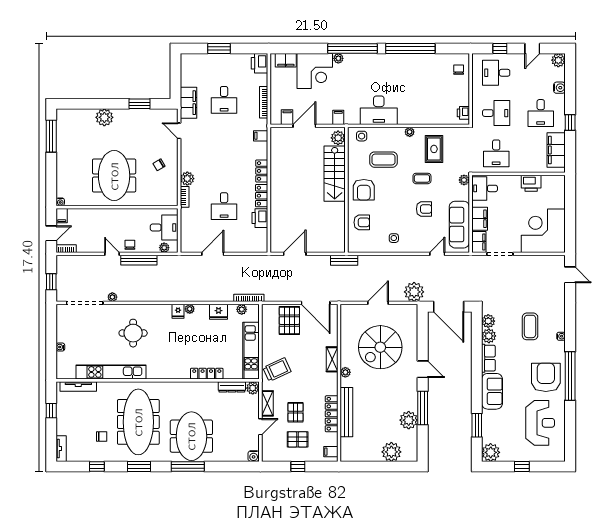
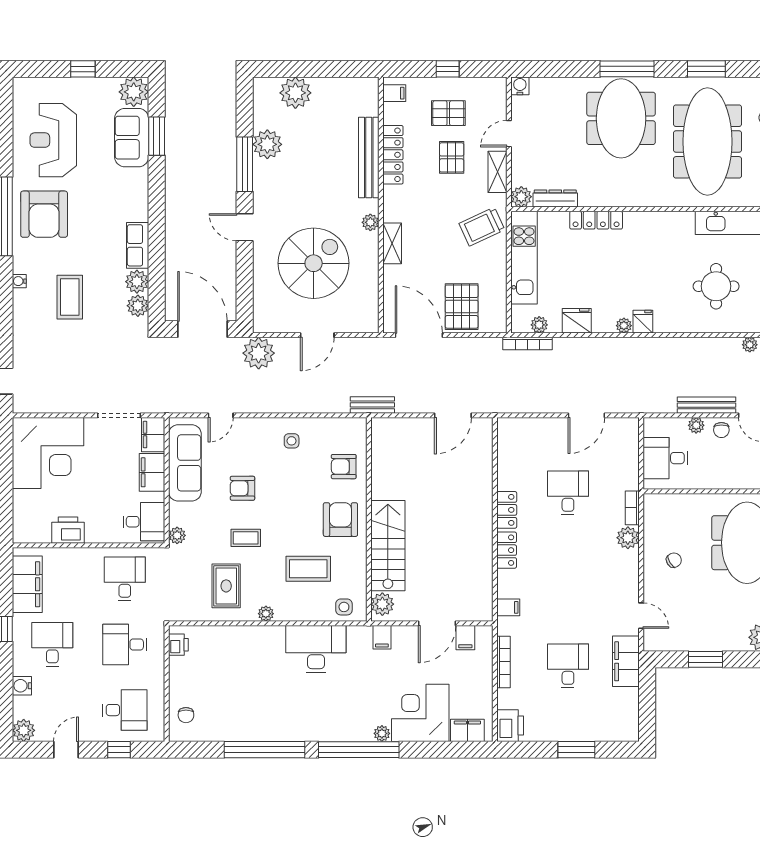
printer: (260, 218) -> (510, 473), removed
plant: (164, 248) -> (696, 425), moved
sofa: (492, 391) -> (132, 138), moved

